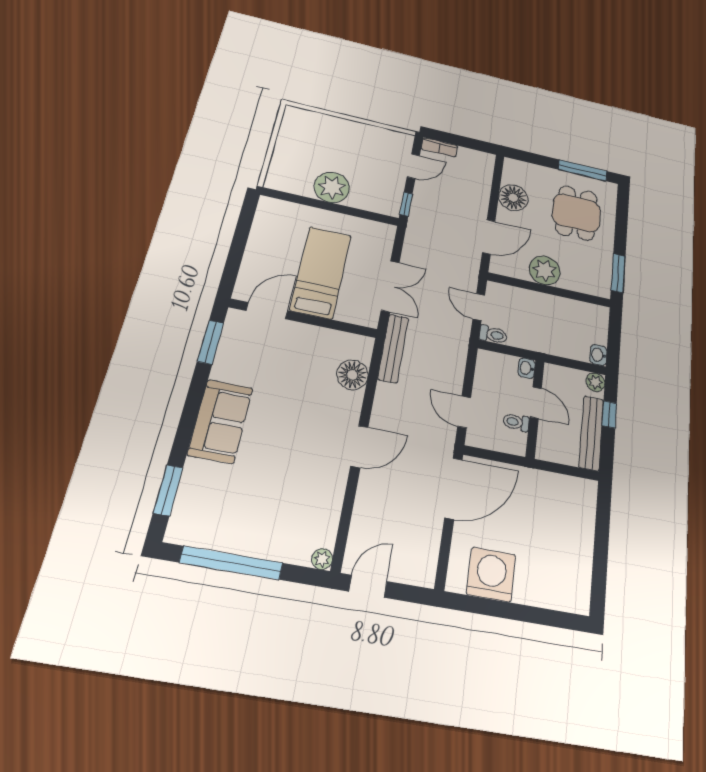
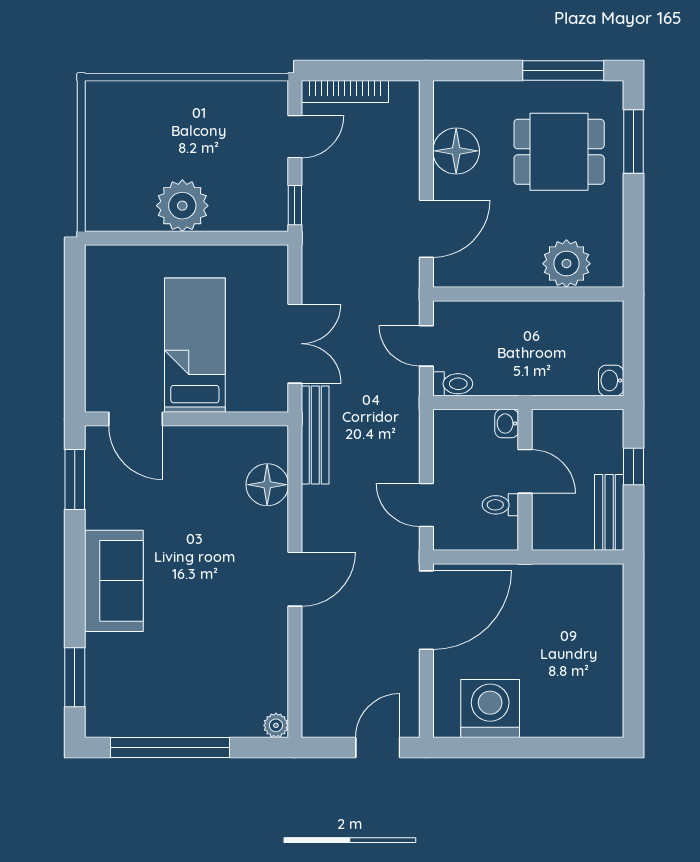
bookcase: (439, 147) -> (345, 92), width x1.56
dining table: (576, 213) -> (559, 152), turned 90
plant: (545, 270) -> (566, 264), moved
window: (618, 273) -> (633, 141), moved
door: (267, 311) -> (136, 419), swing flipped
plant: (595, 382) -> (610, 423), removed
bench: (591, 433) -> (609, 512), width x0.73
door: (368, 586) -> (378, 748), moved

